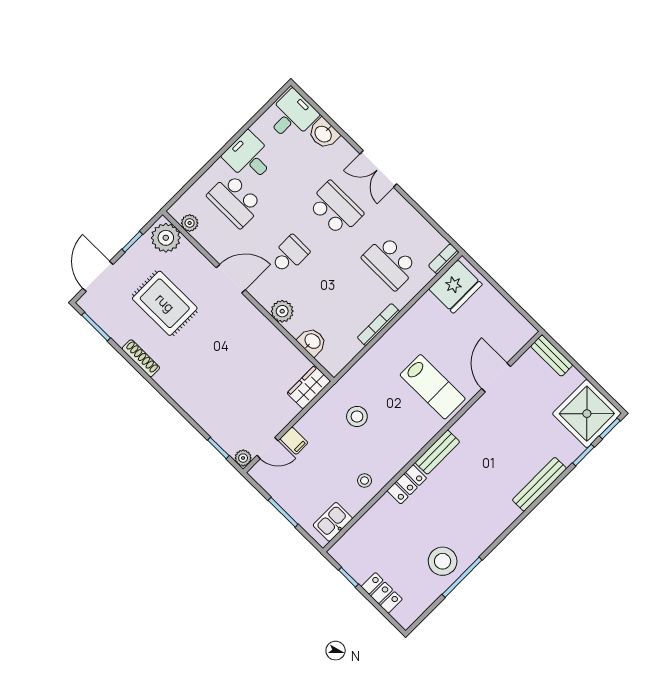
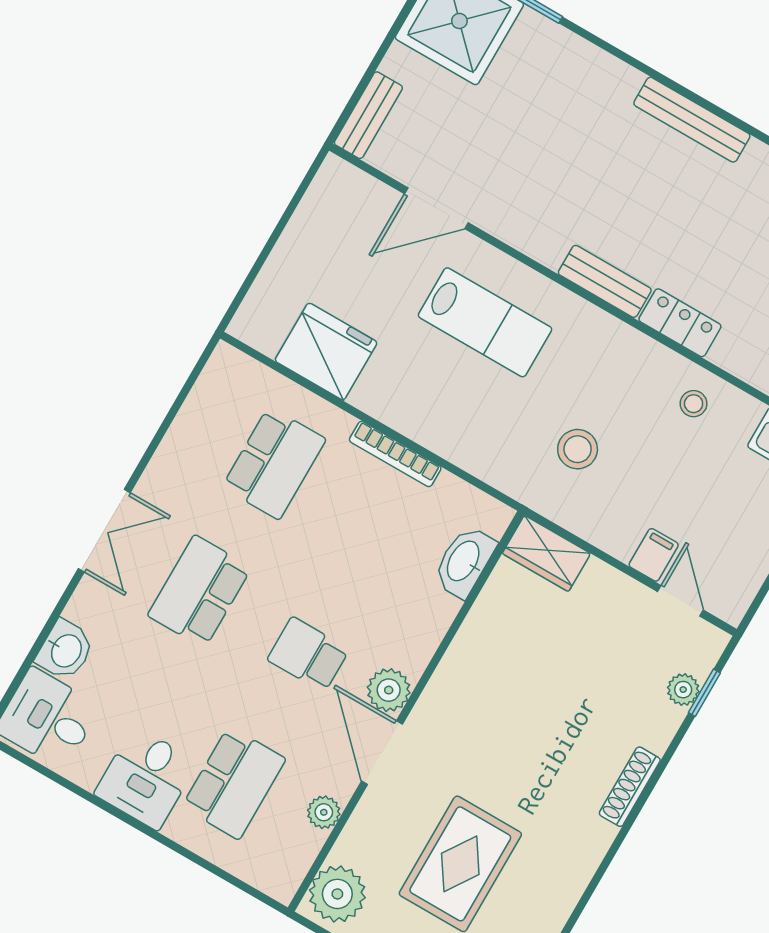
plant: (190, 223) -> (324, 812), moved
bookcase: (444, 259) -> (240, 364), removed
fridge: (455, 287) -> (326, 351), moved
plant: (282, 311) -> (389, 690), moved
washbasin: (312, 342) -> (464, 562), width x1.38
shoe rack: (141, 358) -> (630, 787), moved
lab bench: (433, 387) -> (485, 322), turned 90
plant: (243, 458) -> (683, 690), moved
bench: (539, 484) -> (692, 120), moved

